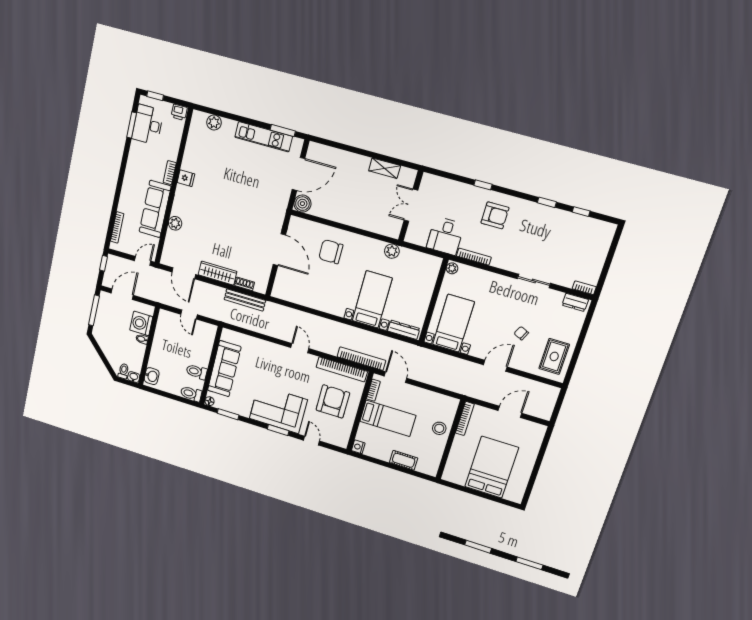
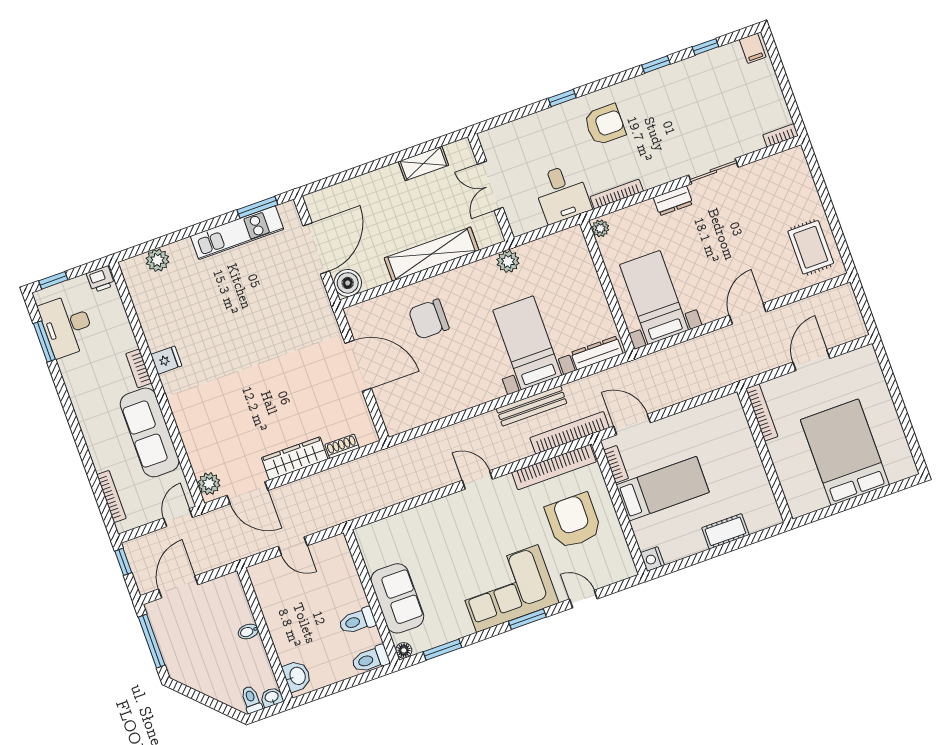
shelving: (355, 219) -> (432, 254), added
plant: (175, 223) -> (209, 484), moved
filing cabinet: (606, 231) -> (753, 48), added
bench: (245, 300) -> (532, 406), moved
dresser: (575, 302) -> (673, 201), moved
washing machine: (141, 323) -> (233, 609), removed
chair: (521, 333) -> (748, 248), removed
sofa: (224, 369) -> (397, 598), width x0.73
stool: (439, 428) -> (739, 451), removed

